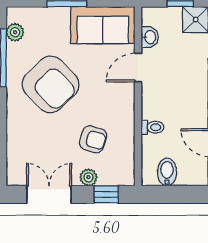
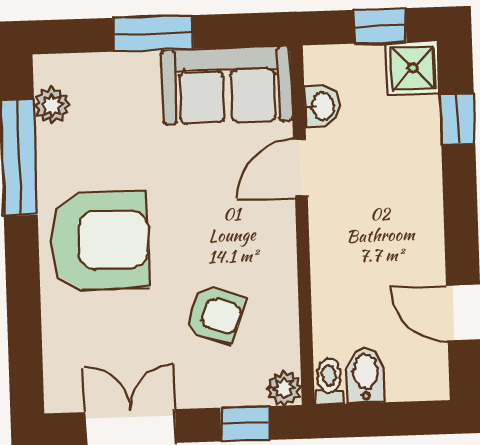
armchair: (51, 84) -> (99, 240), moved, turned -46
toilet: (153, 127) -> (329, 381), moved, turned -90
plant: (88, 177) -> (284, 388), moved

